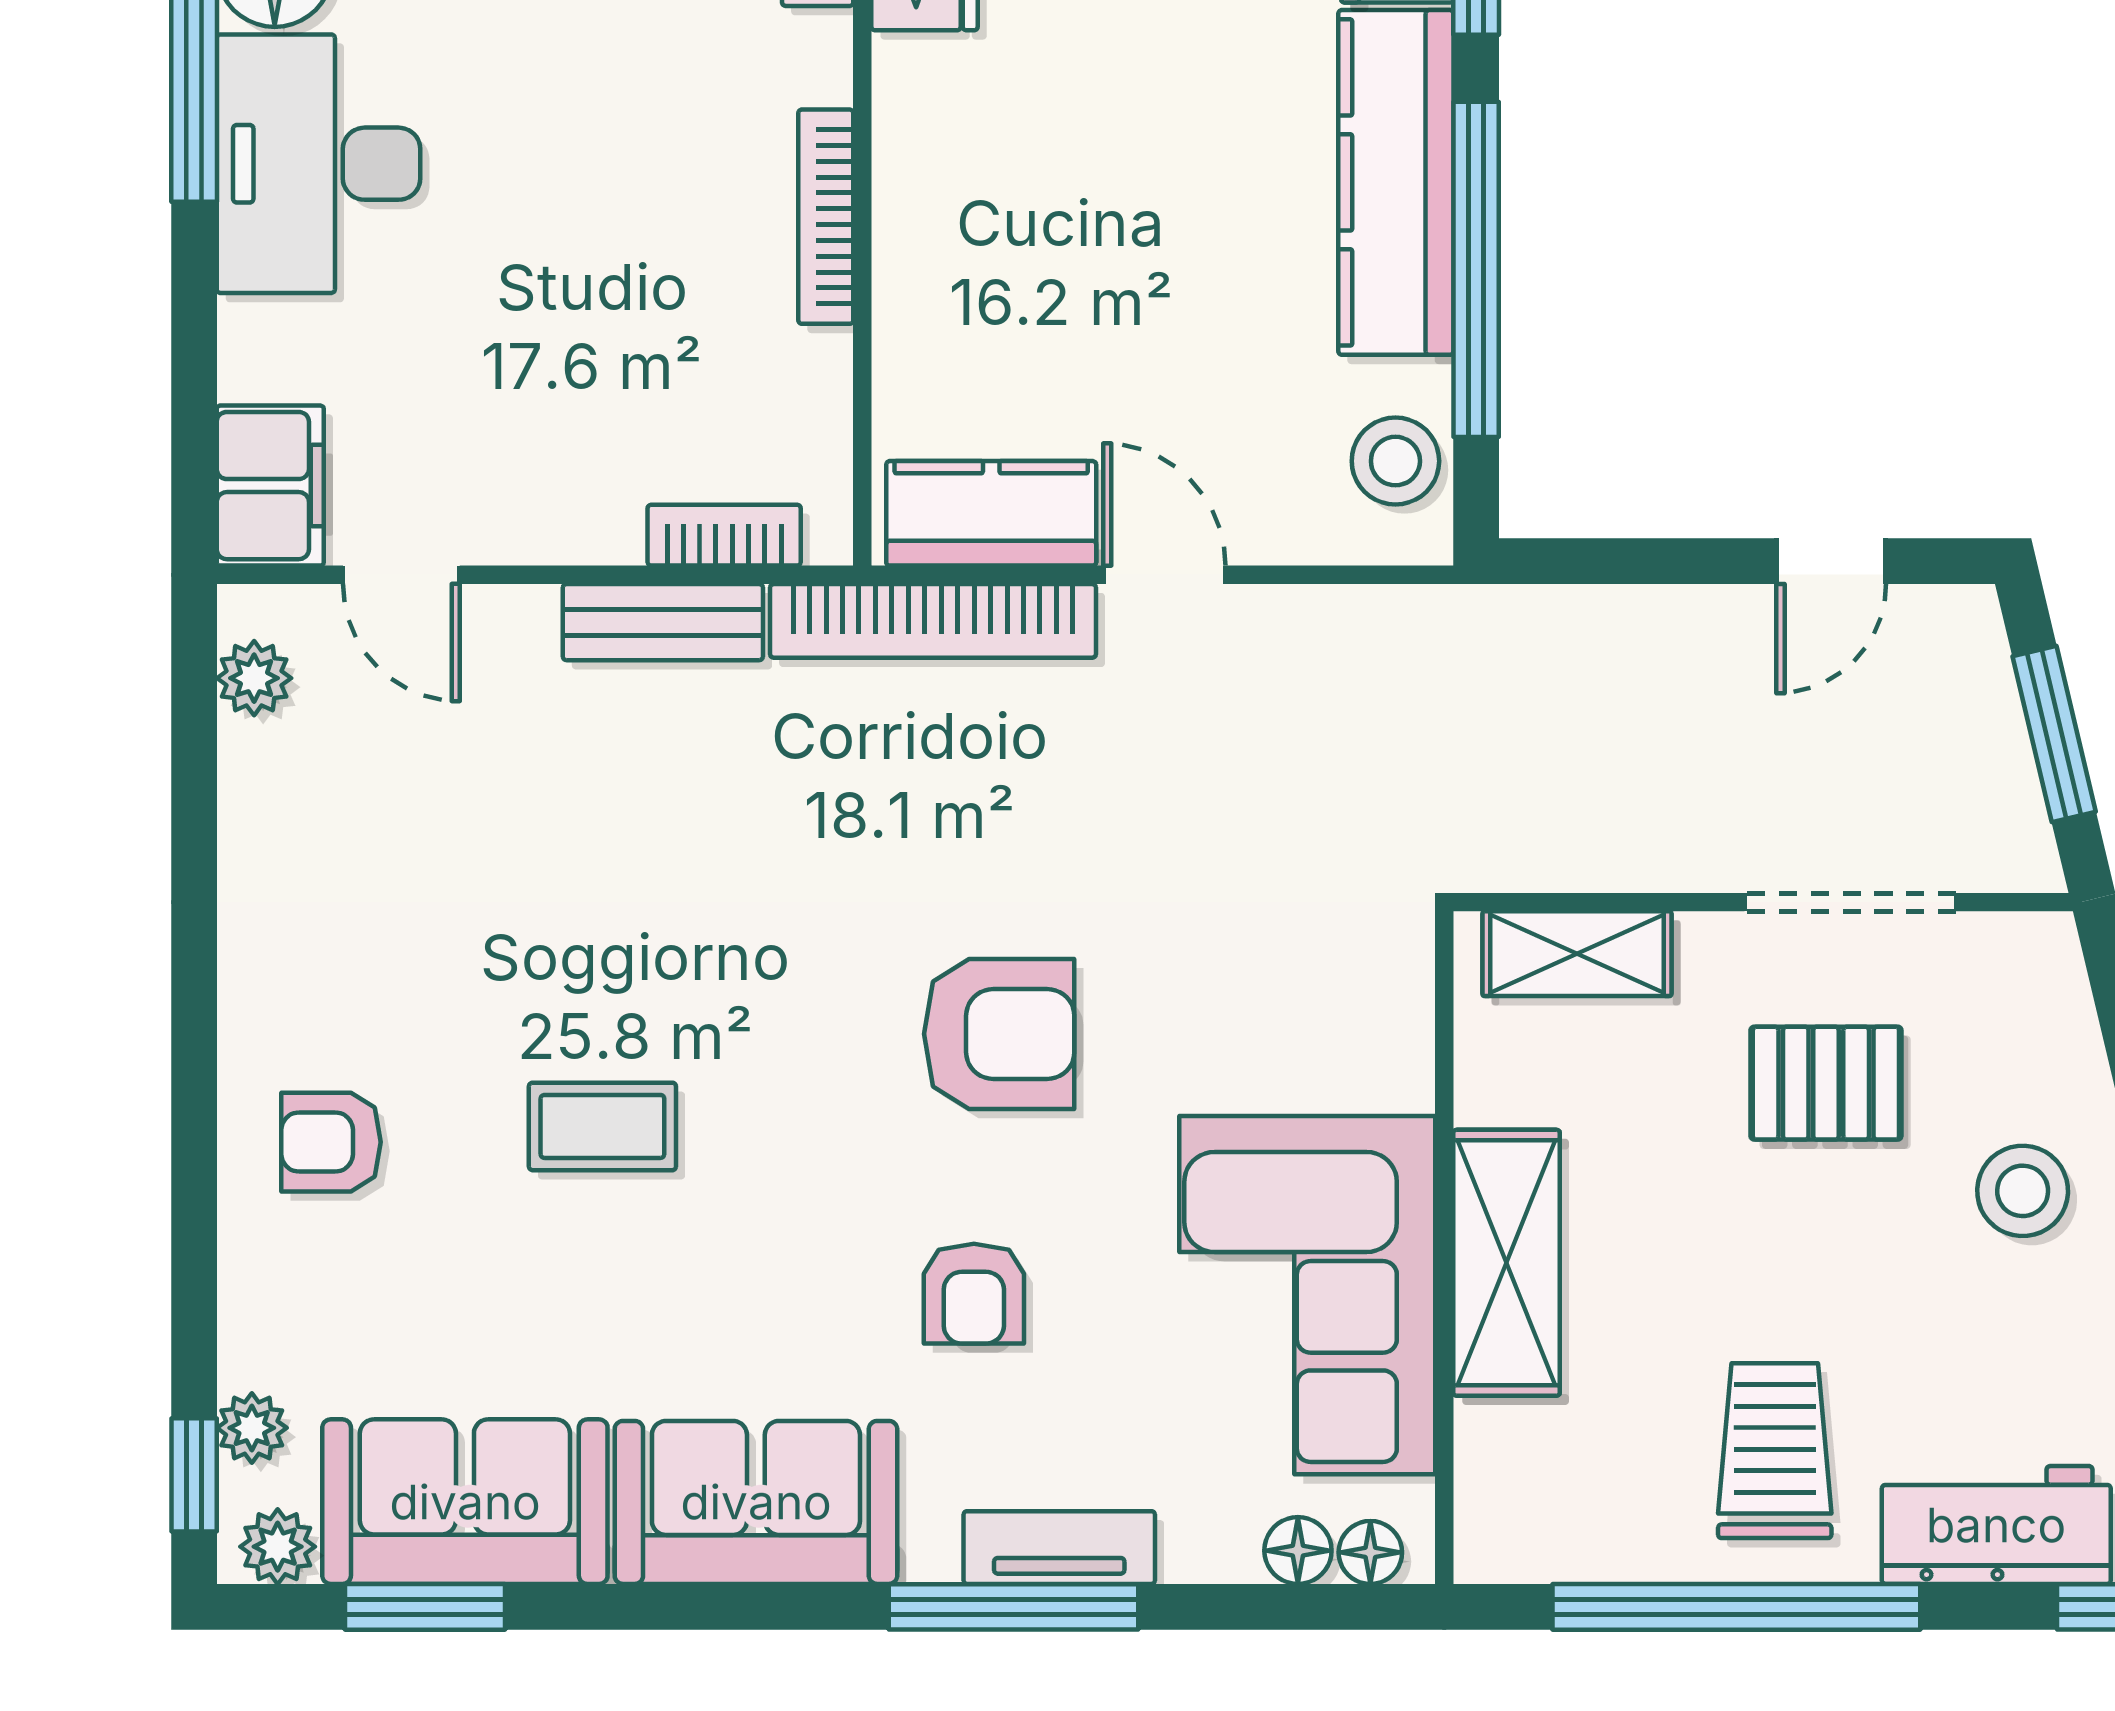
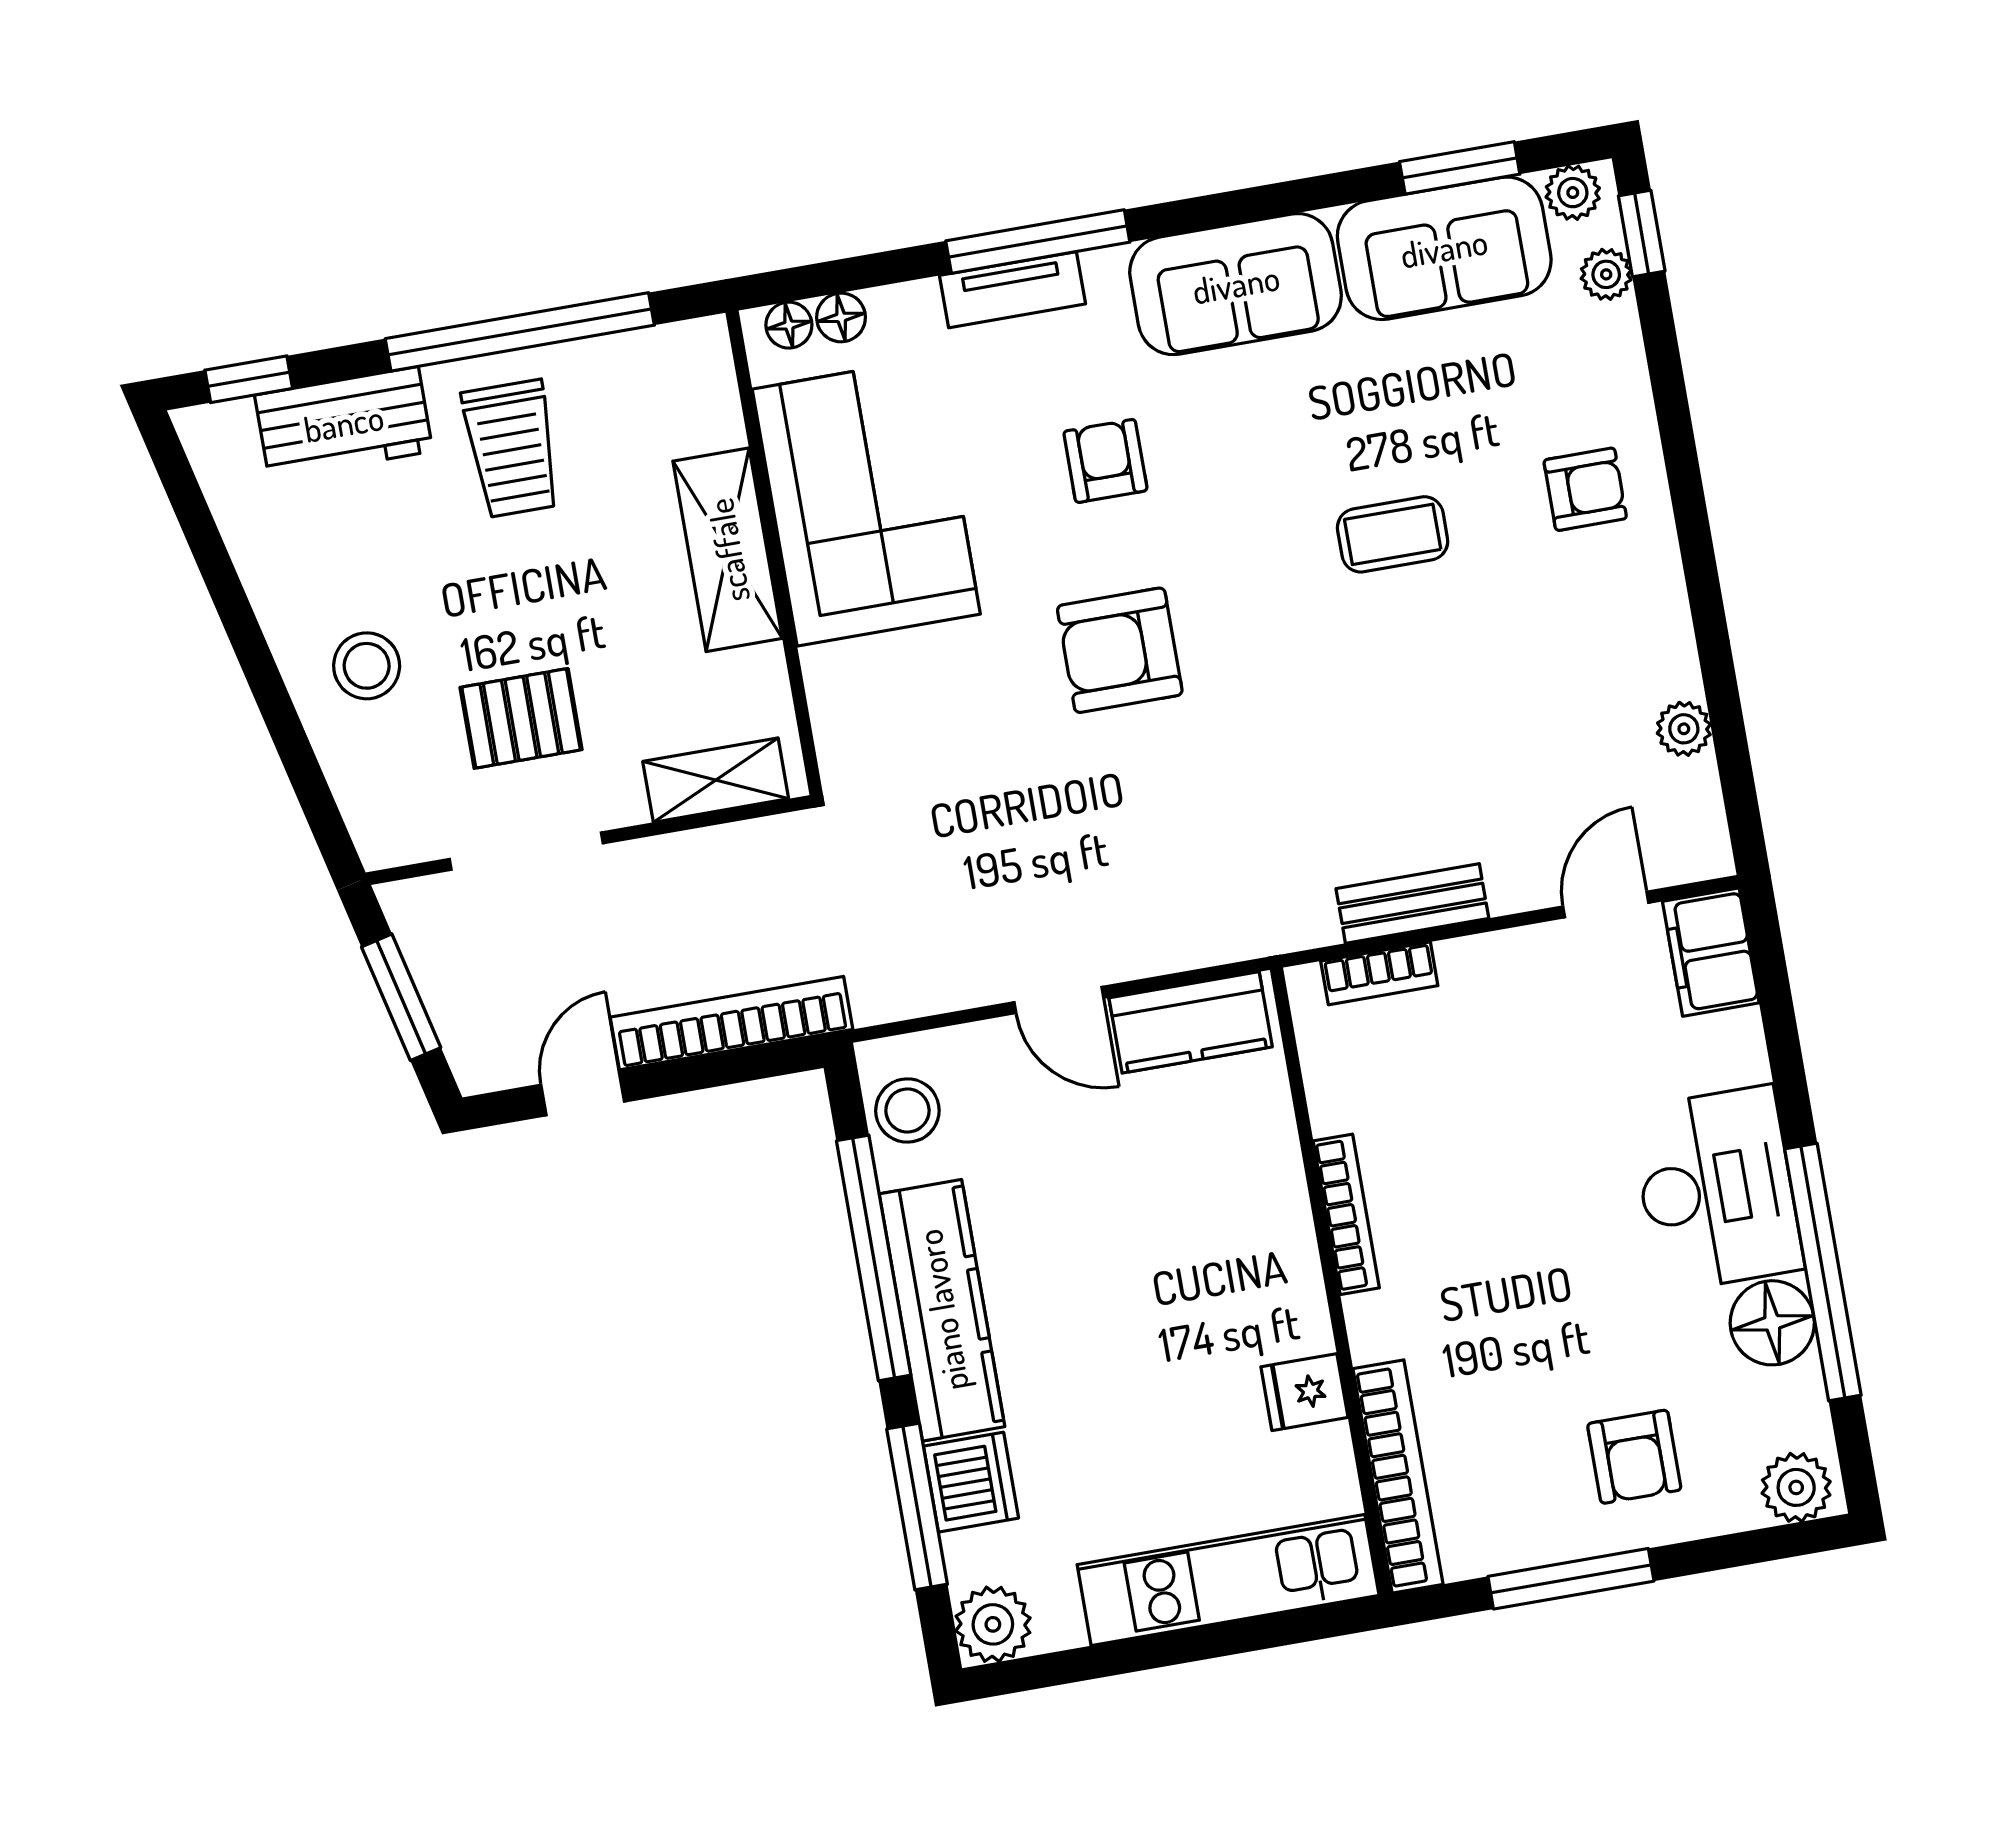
door: (401, 575) -> (1606, 905), hinge flipped
bookcase: (933, 621) -> (731, 1023), moved
plant: (254, 678) -> (1684, 729), moved

